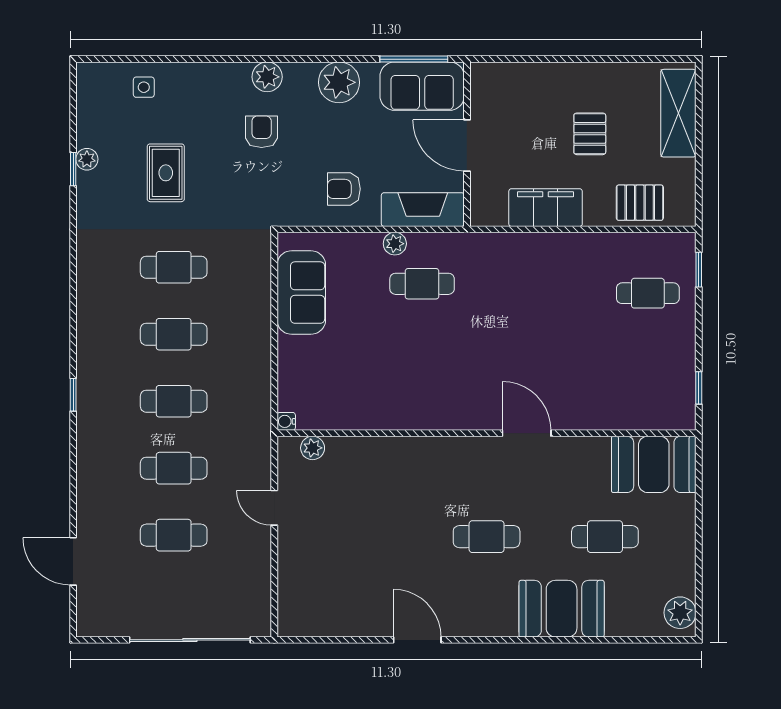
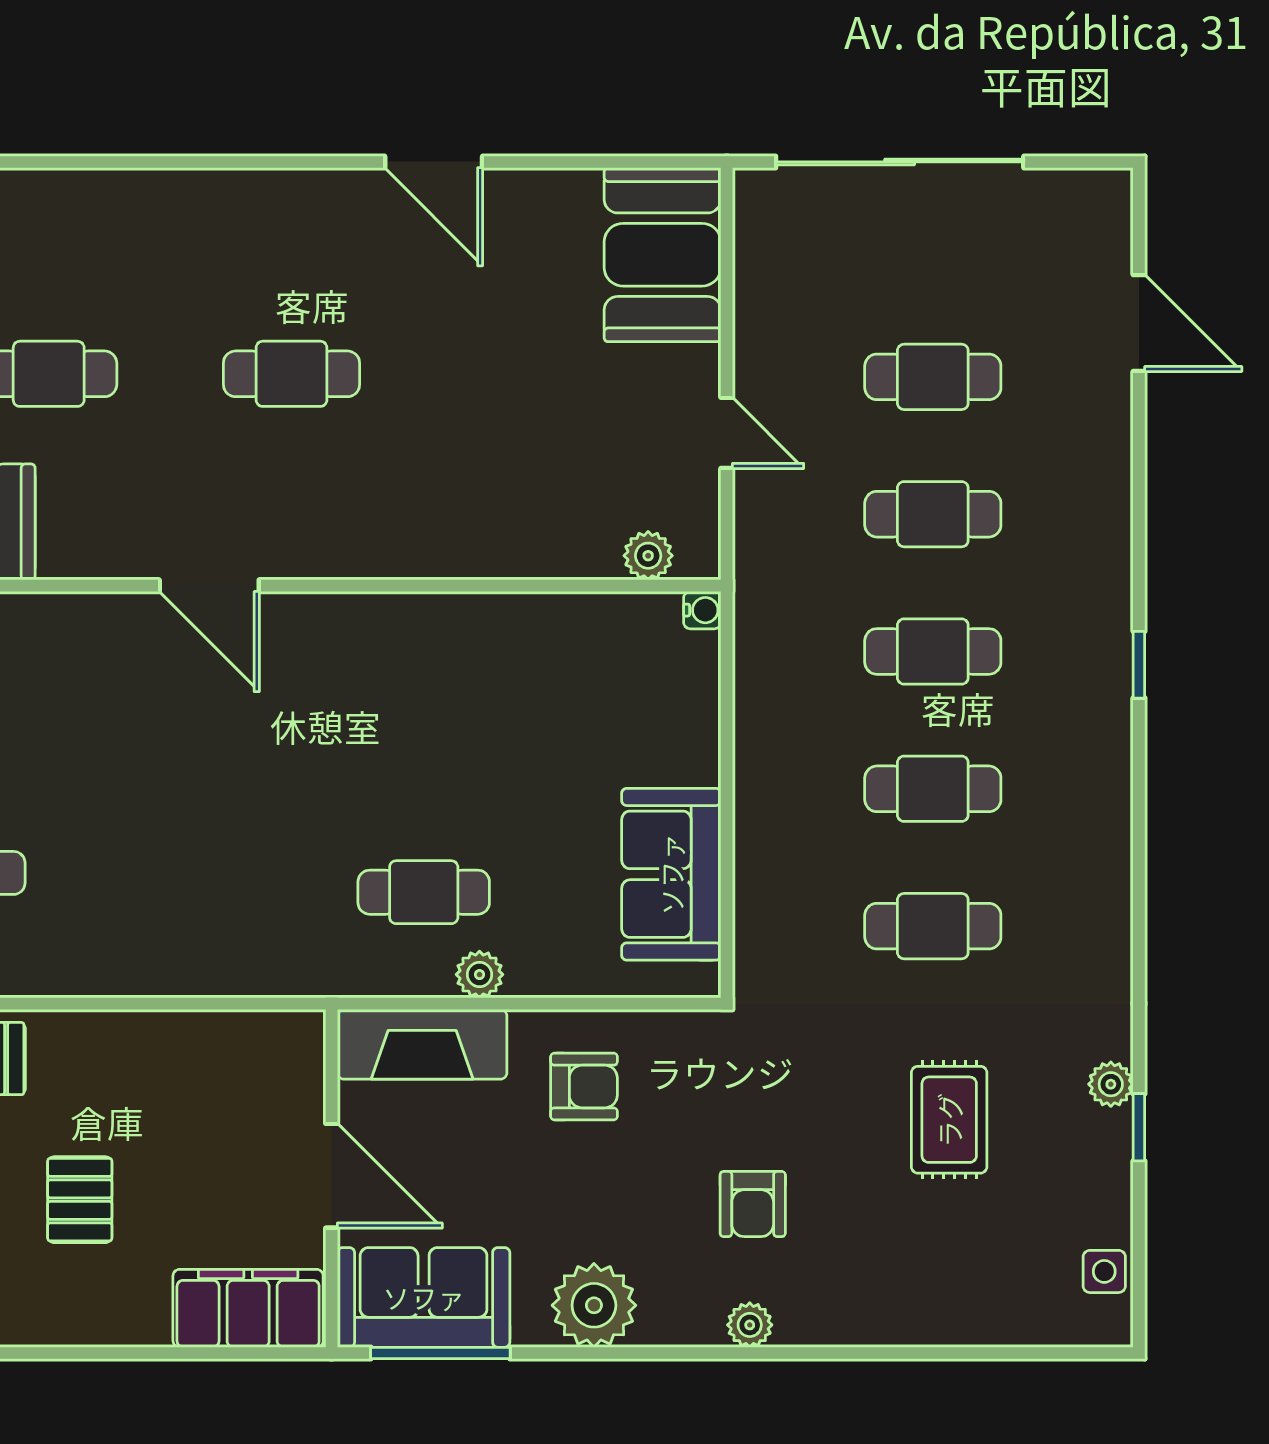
plant: (267, 77) -> (750, 1325), width x0.73, depth x0.73
side table: (144, 87) -> (1104, 1271), moved
plant: (87, 159) -> (1111, 1084), moved
filing cabinet: (546, 208) -> (248, 1308), moved, turned 180
booth: (562, 609) -> (663, 255), moved, turned 90

